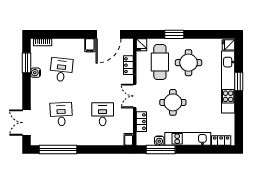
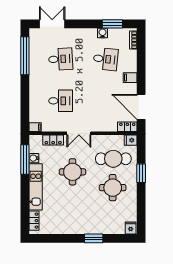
filing cabinet: (90, 45) -> (130, 78), moved
locker: (128, 65) -> (127, 127), moved
kitchen unit: (228, 82) -> (93, 228), removed
double door: (135, 96) -> (79, 133), swing flipped

